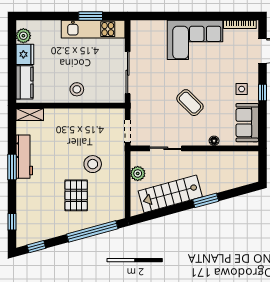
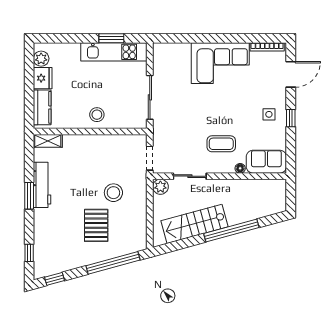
coffee table: (190, 103) -> (221, 144), moved, turned -45
sofa: (247, 123) -> (266, 162), moved, turned 90
plant: (138, 173) -> (160, 187), moved
window: (206, 200) -> (231, 231), width x2.11

